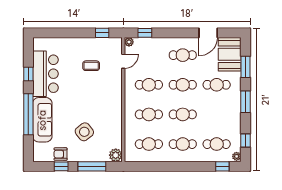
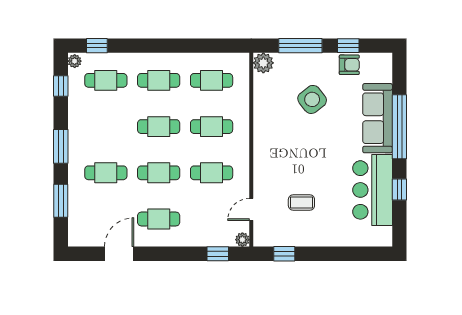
booth: (230, 54) -> (86, 220), removed

